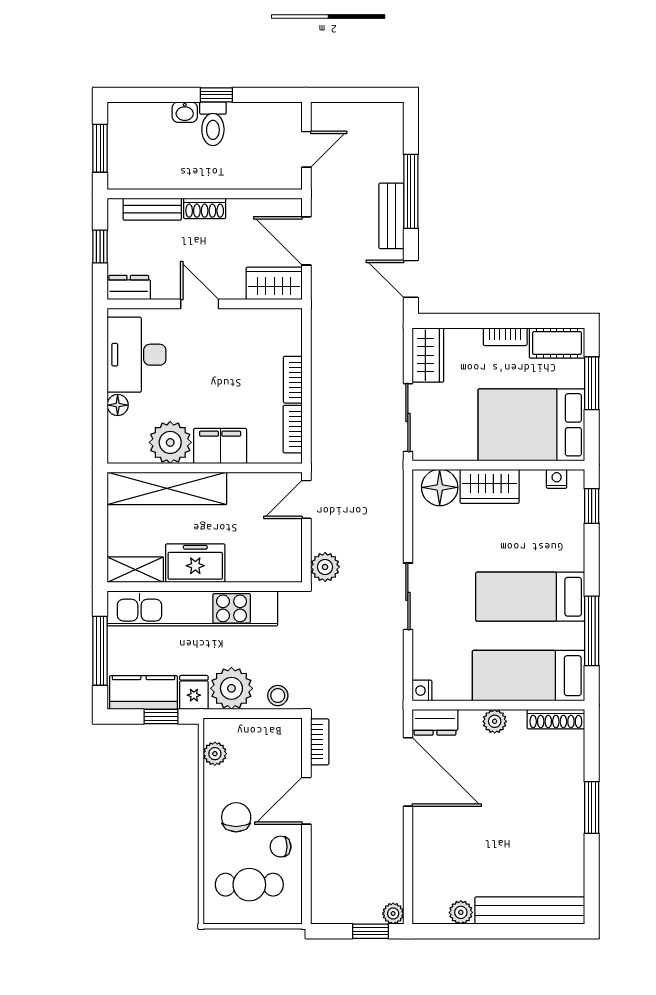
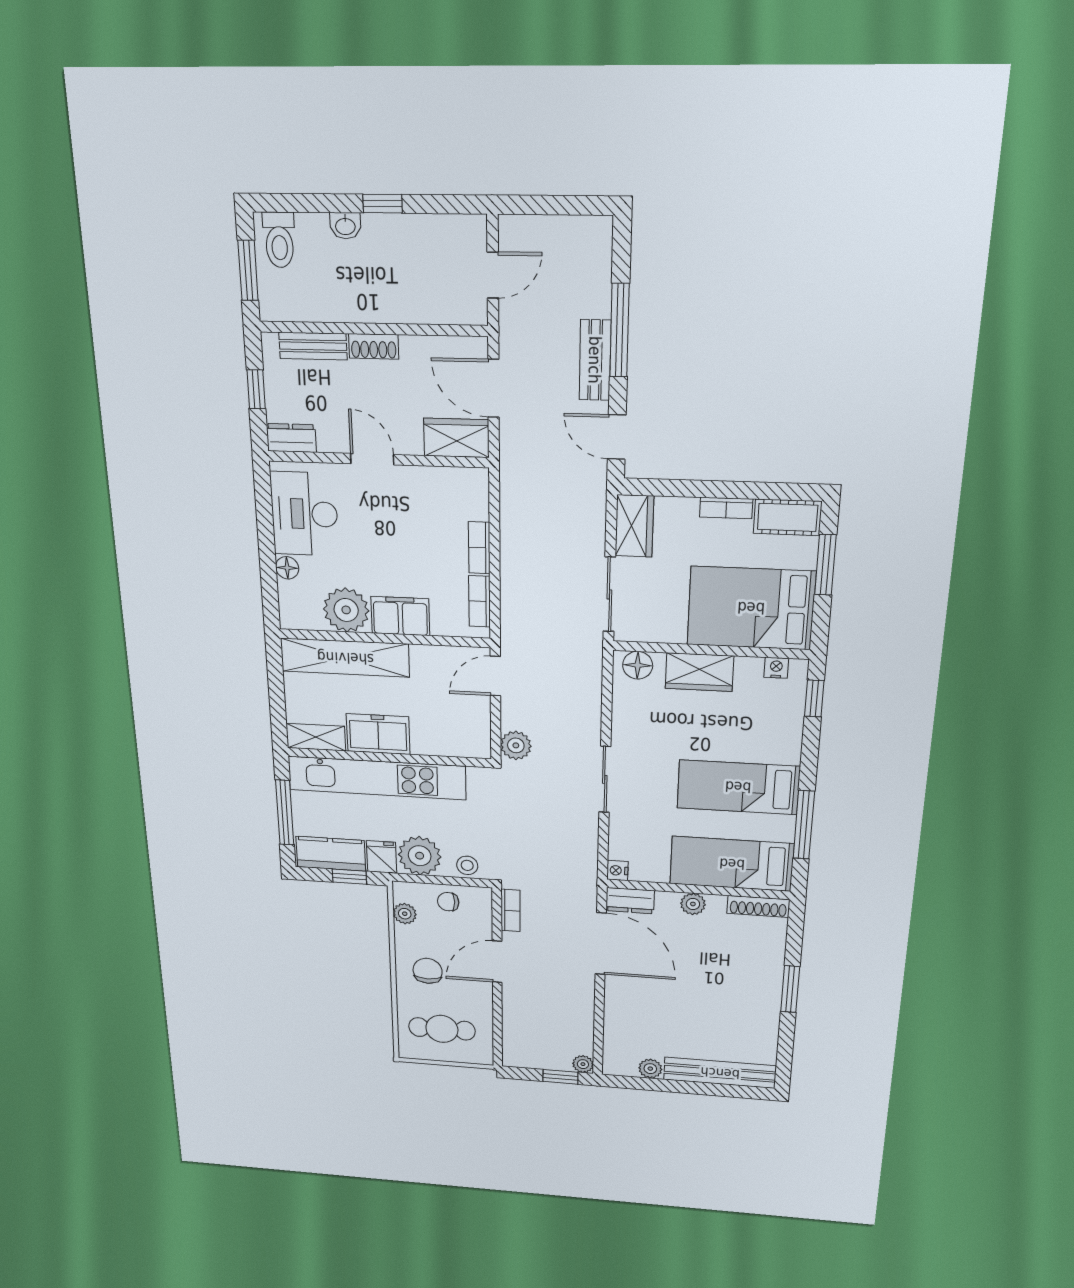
toilet: (213, 124) -> (279, 240), moved
floor lamp: (440, 487) -> (638, 665), width x0.73, depth x0.73
chair: (281, 847) -> (448, 902), moved

